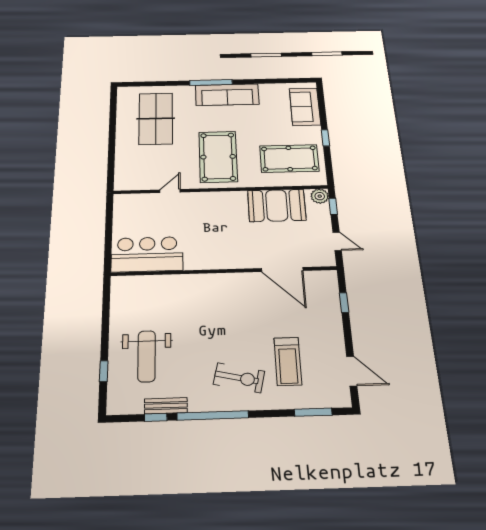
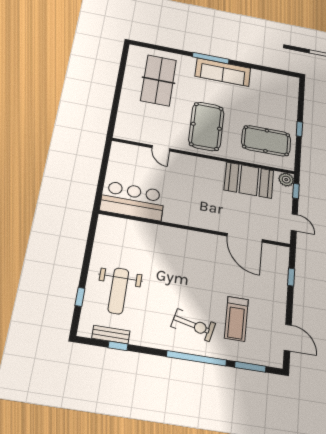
sofa: (305, 107) -> (287, 97), removed
door: (170, 191) -> (161, 148), swing flipped
bench: (166, 406) -> (111, 335), moved
window: (213, 415) -> (196, 358), moved

